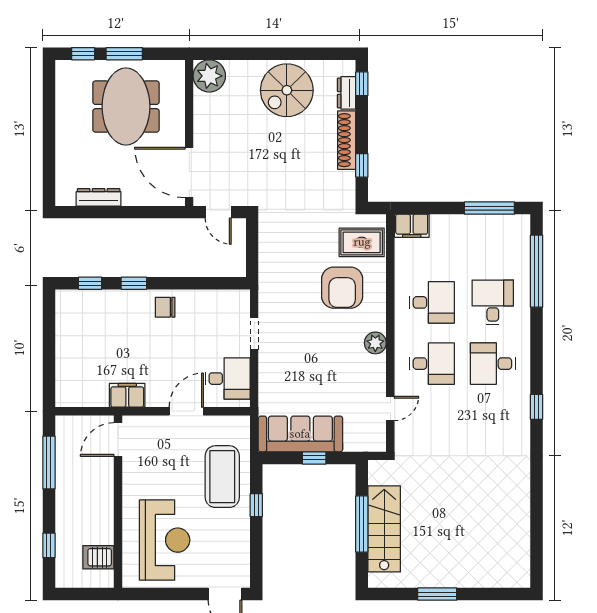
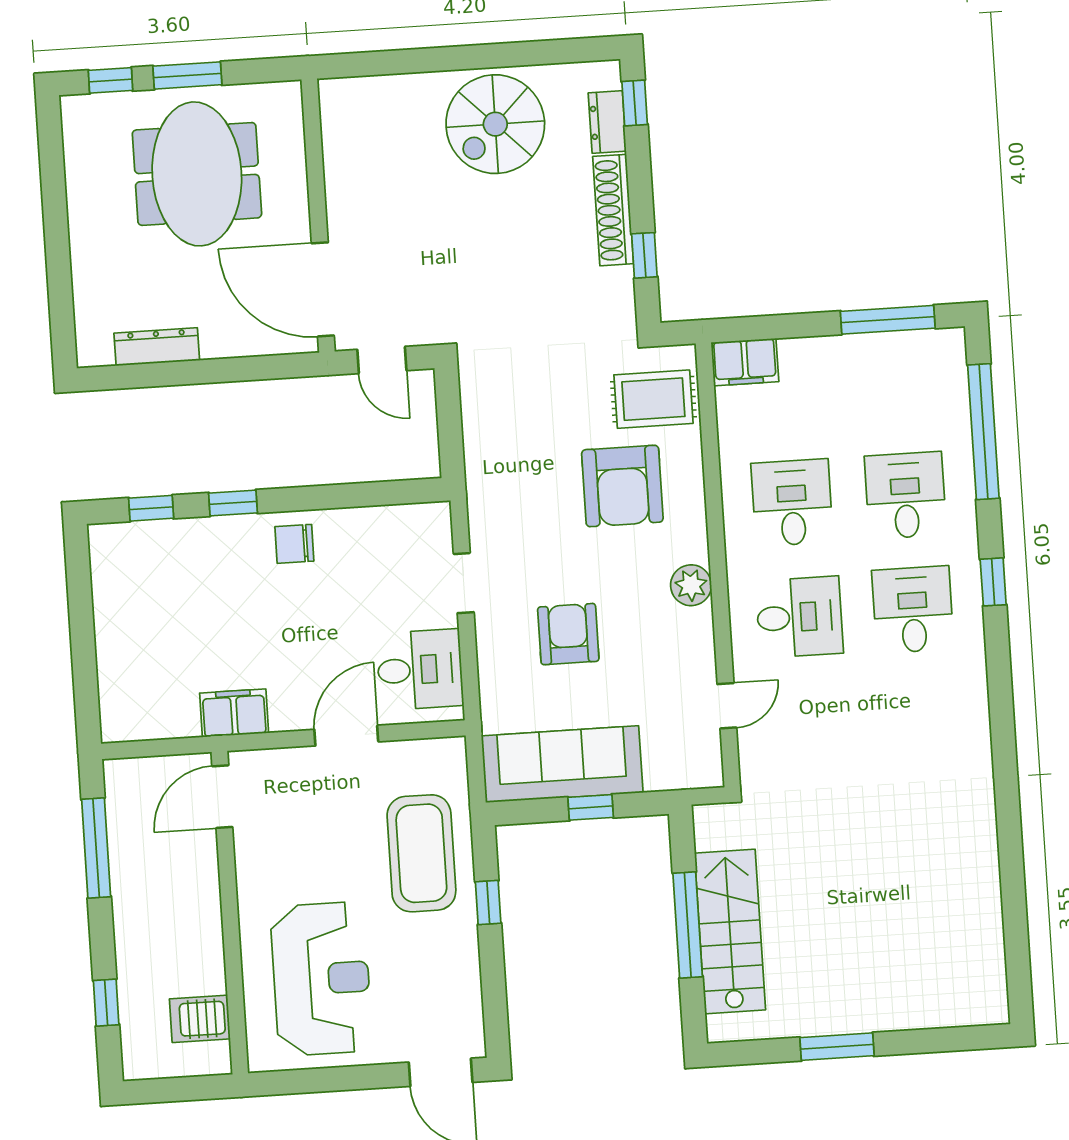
plant: (209, 76) -> (349, 107), removed
desk: (432, 302) -> (792, 503), turned -90
desk: (493, 364) -> (913, 610), turned 90
armchair: (308, 365) -> (568, 634), added
window: (537, 407) -> (993, 582), moved

